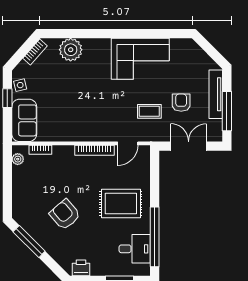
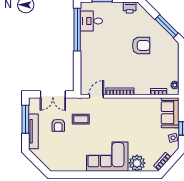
corner sofa: (140, 59) -> (107, 157), moved
rug: (121, 203) -> (101, 53), removed
armchair: (65, 215) -> (141, 45), turned -49

